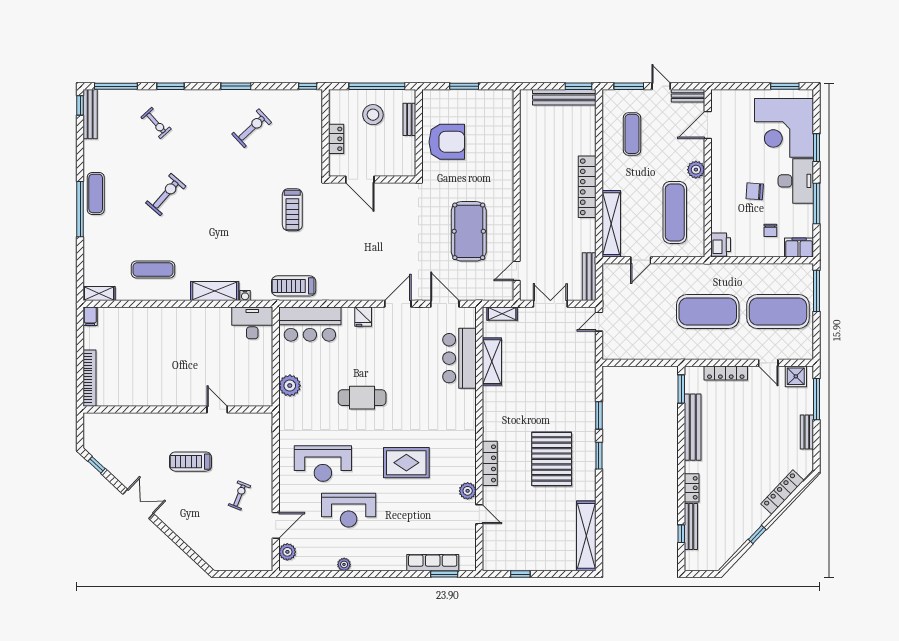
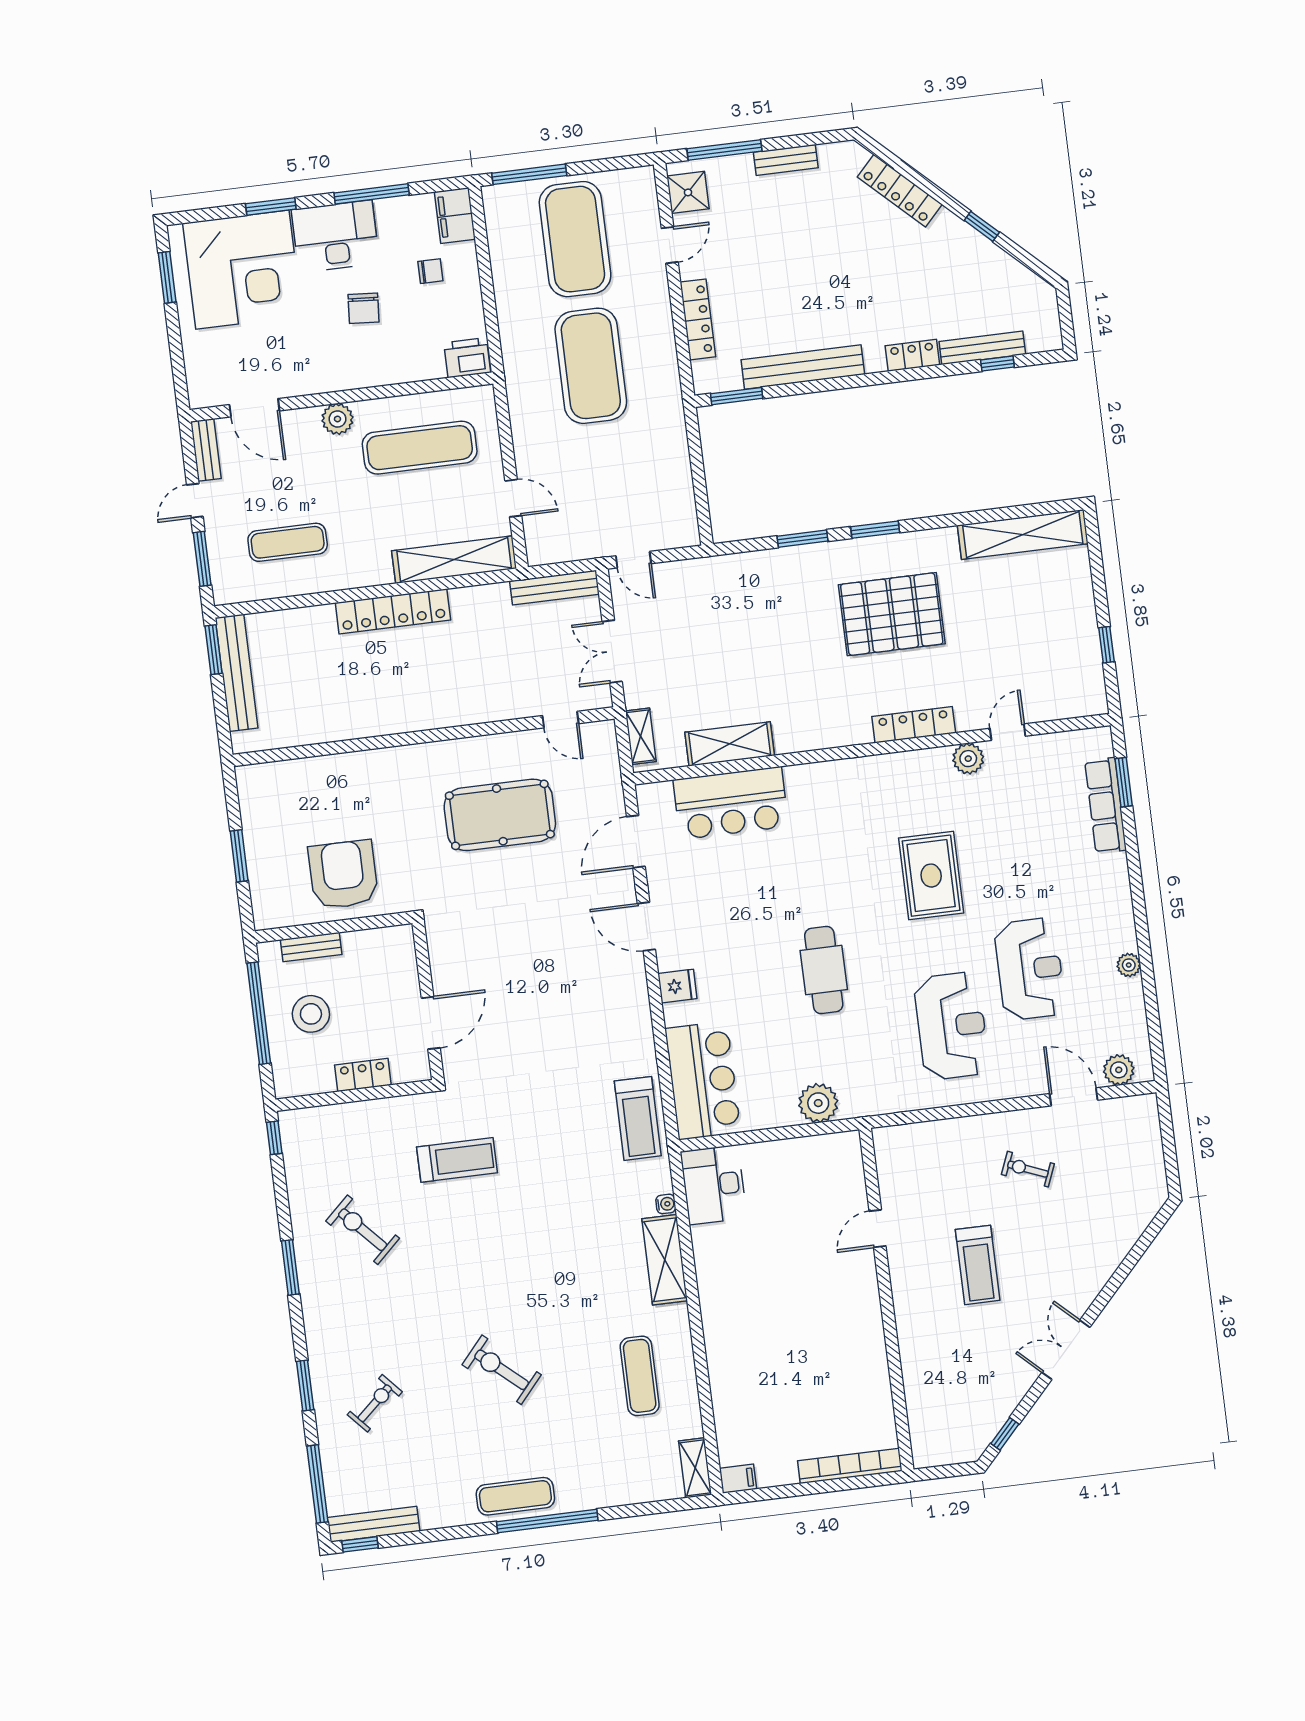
treadmill: (292, 210) -> (457, 1160), moved

